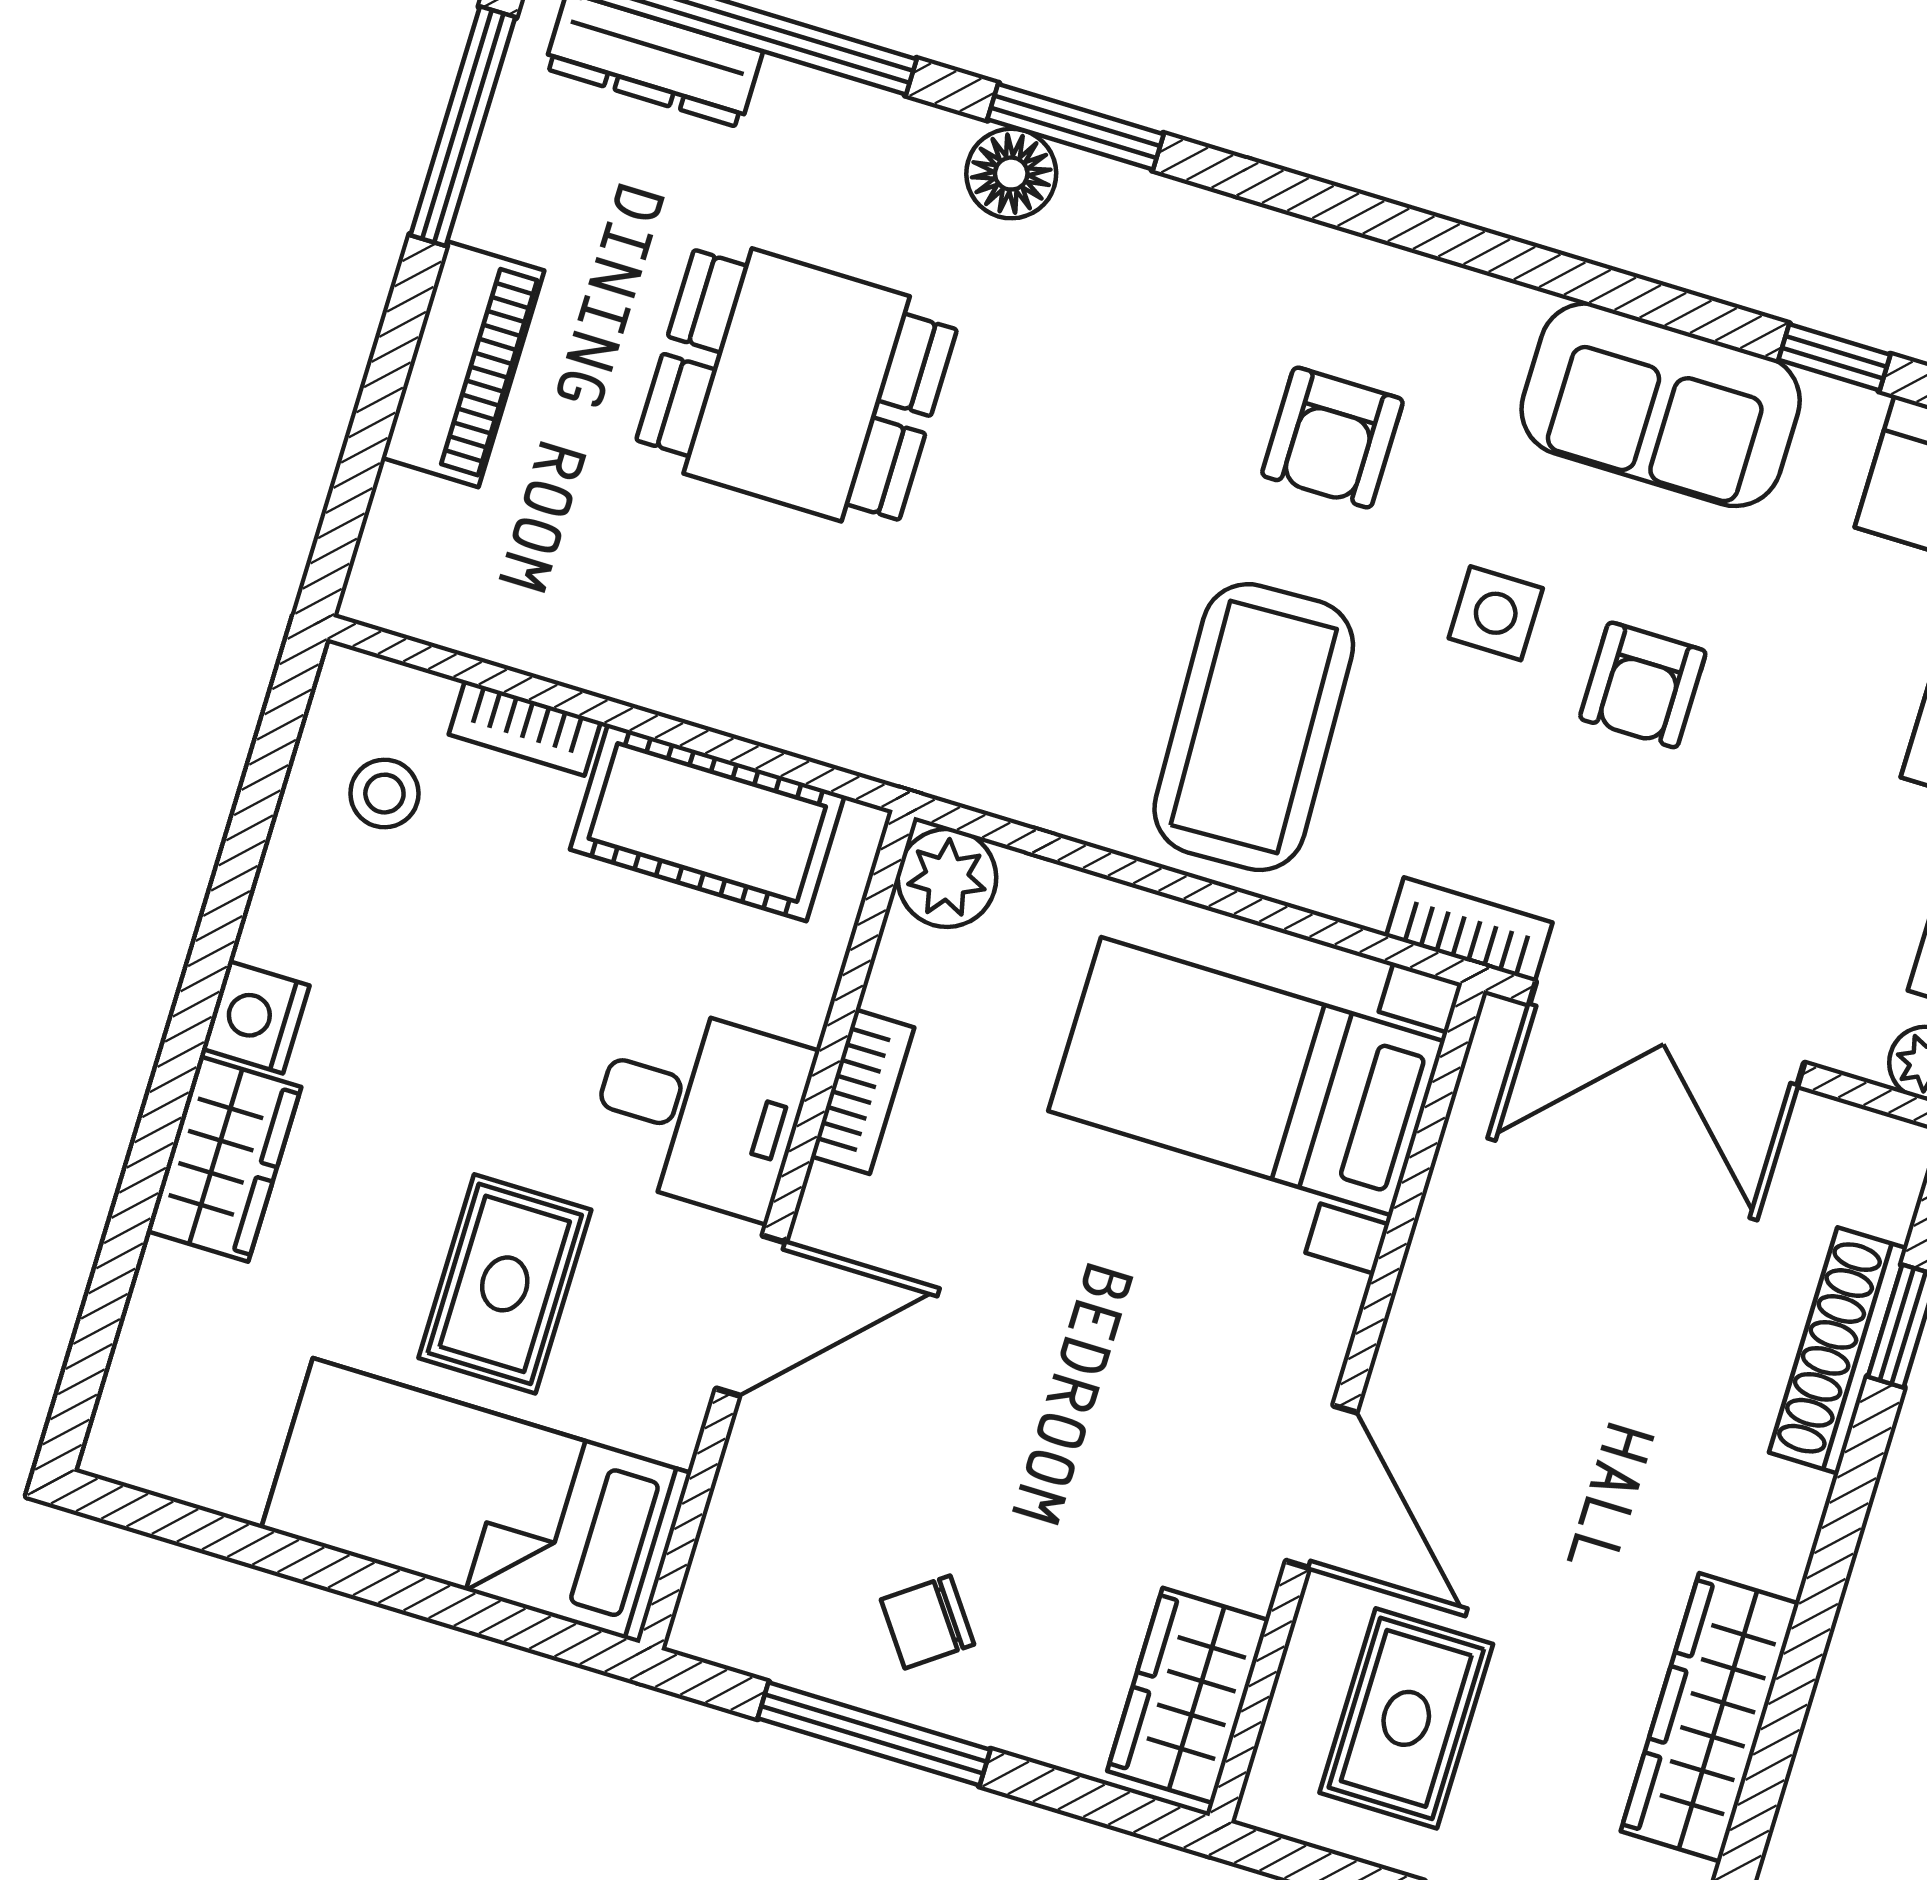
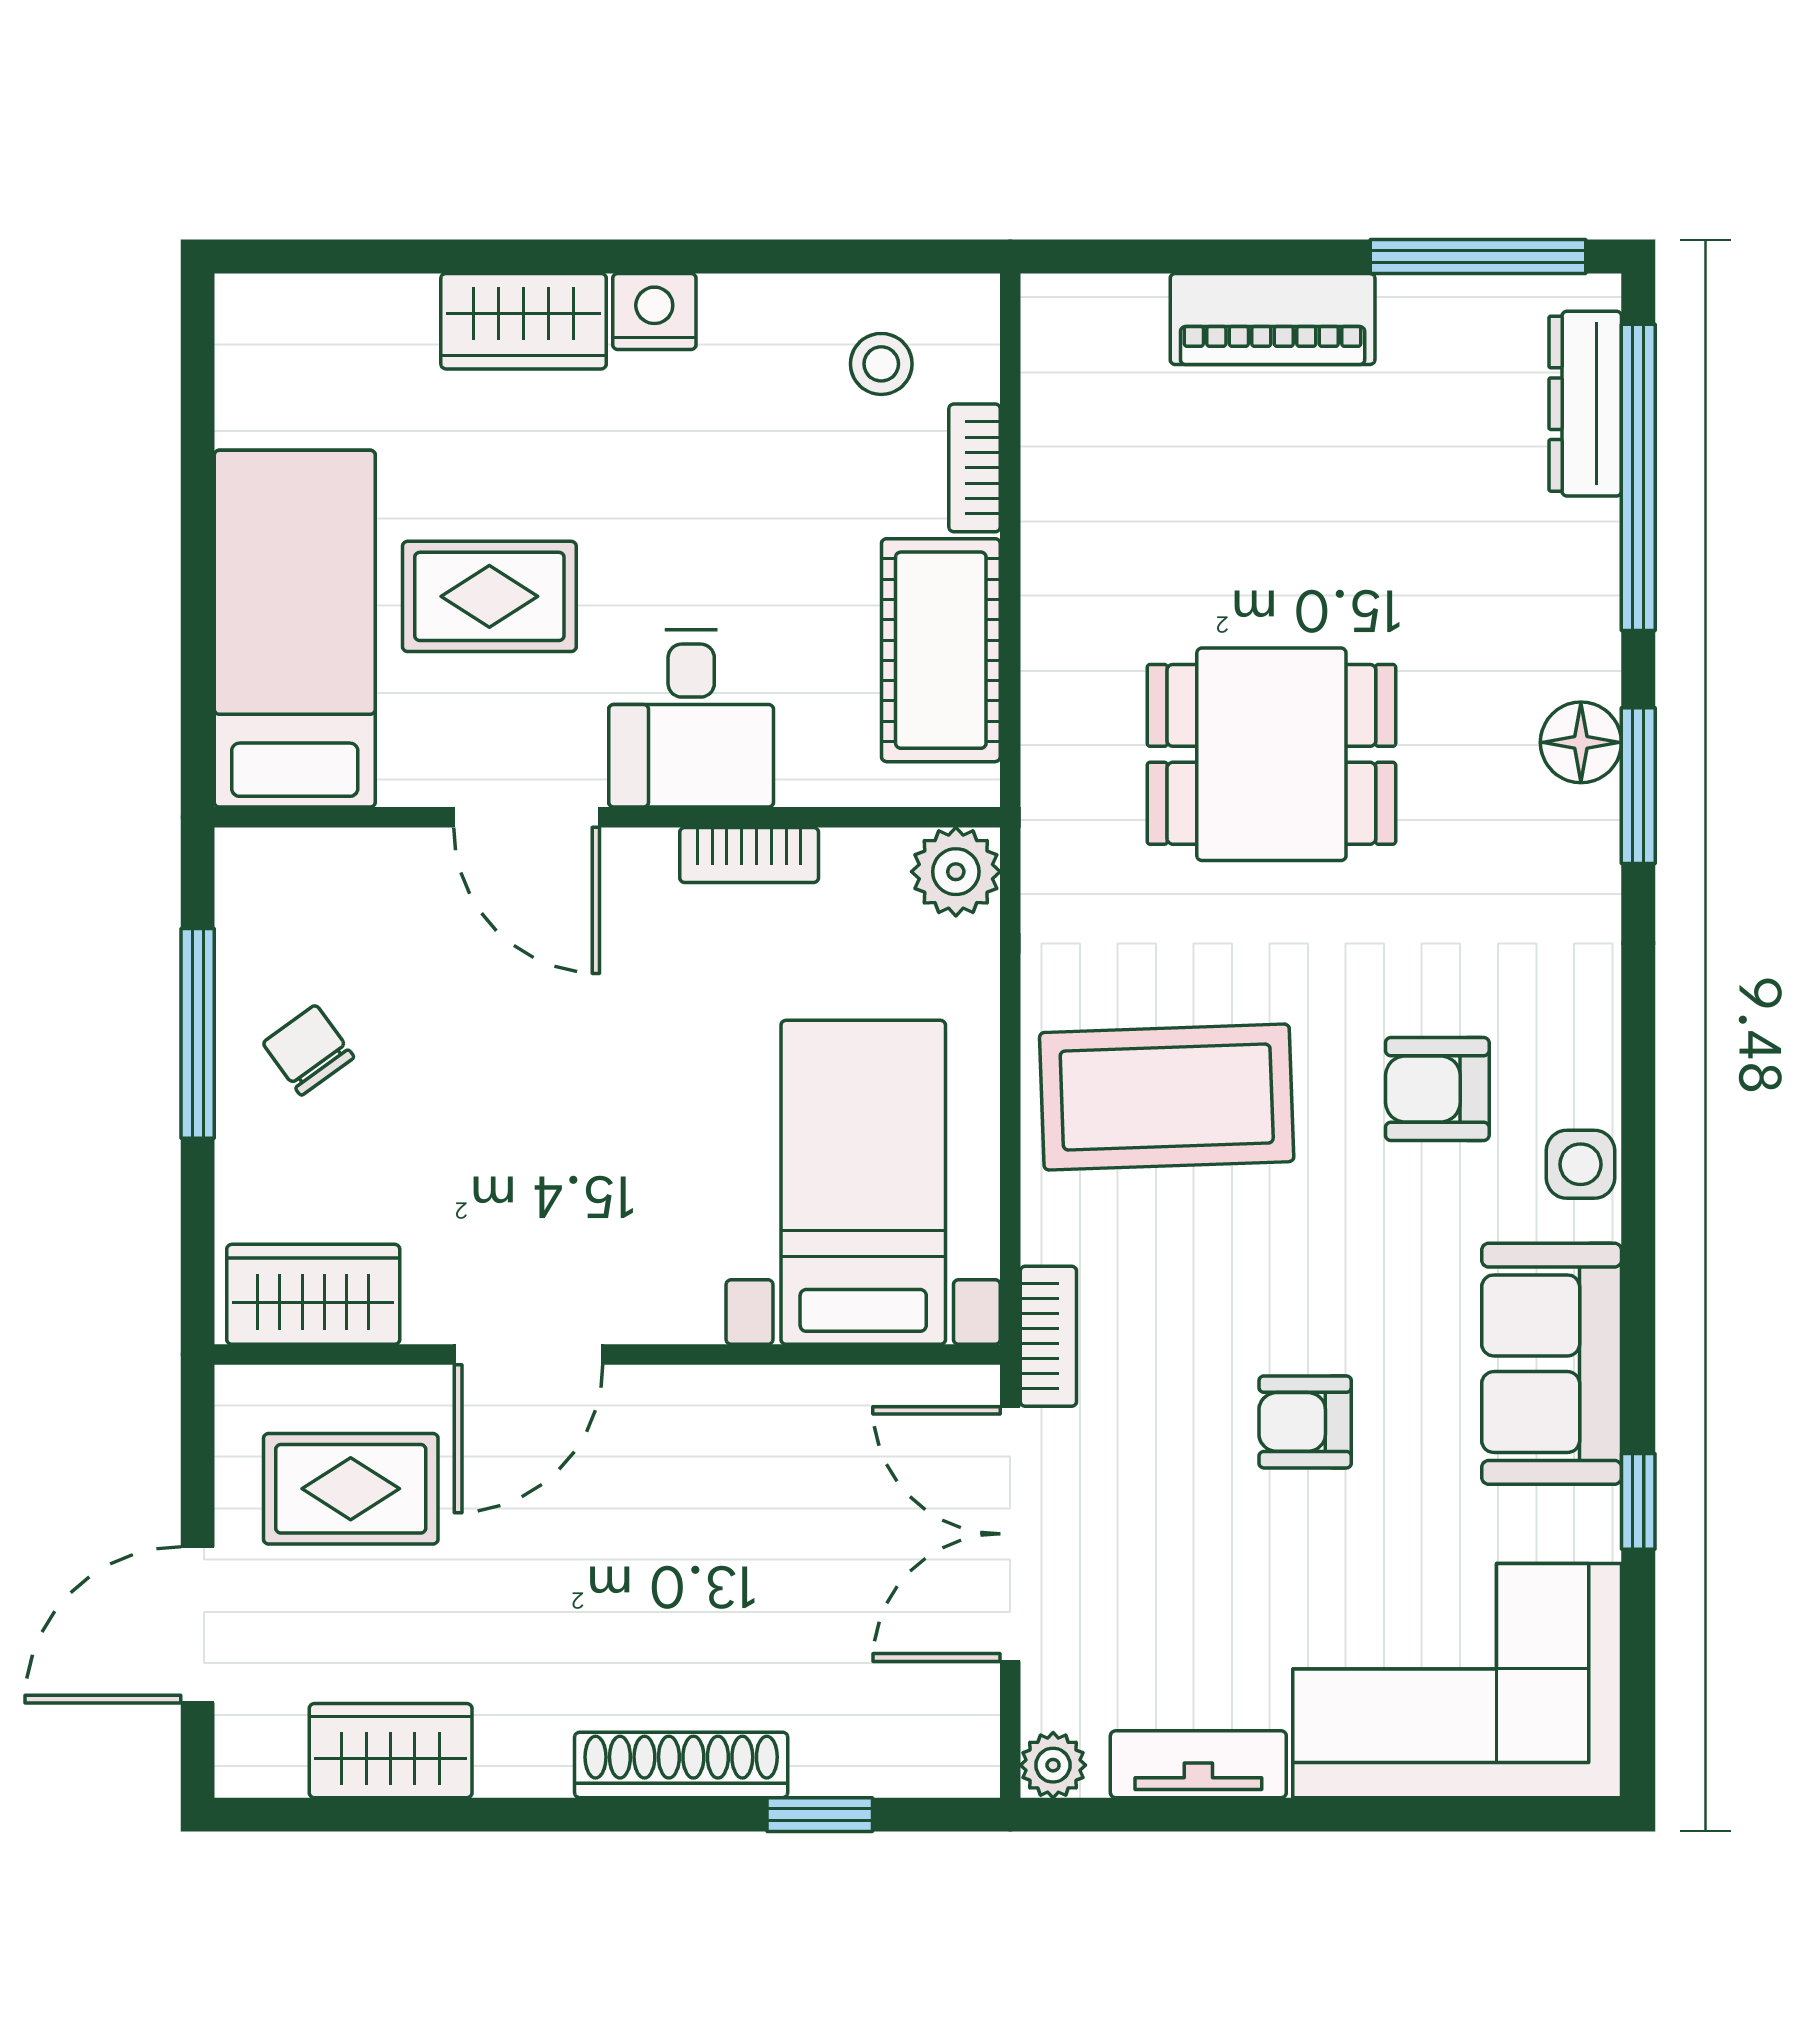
dining table: (797, 385) -> (1271, 754), moved, turned 90
side table: (1496, 613) -> (1581, 1164), moved
shoe rack: (1838, 1350) -> (681, 1765), moved
wardrobe: (1710, 1717) -> (391, 1751), width x0.67

